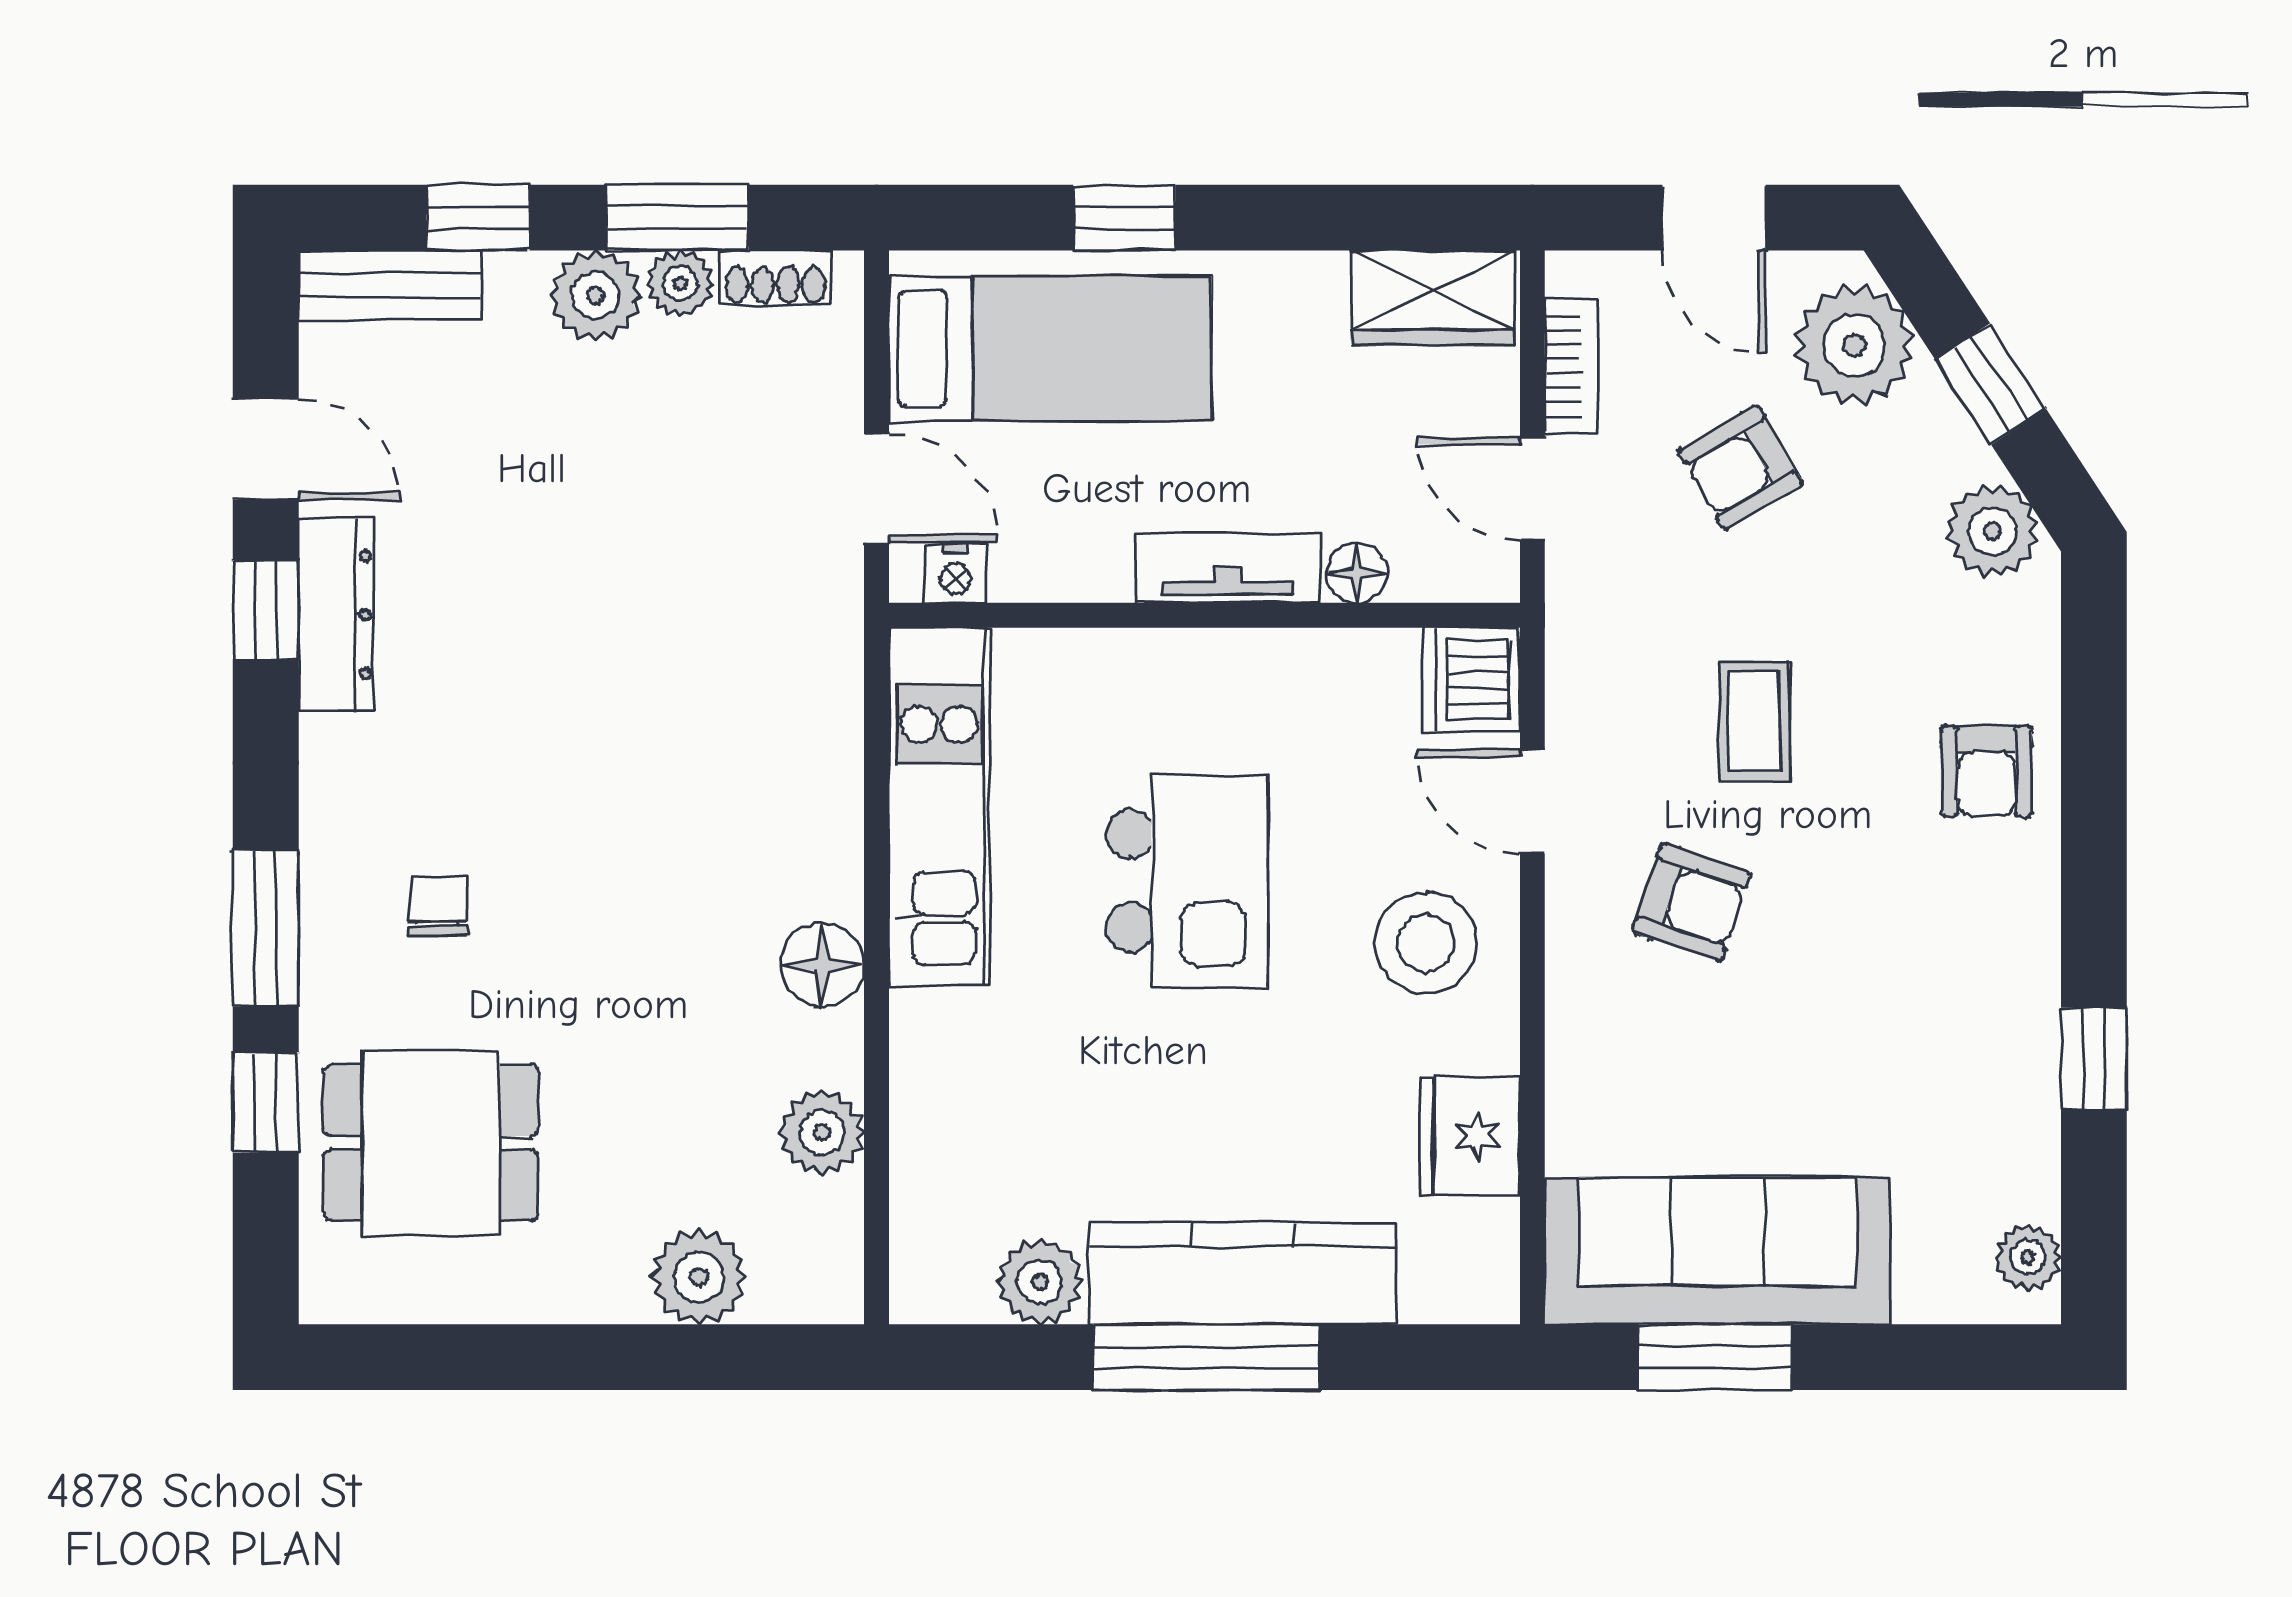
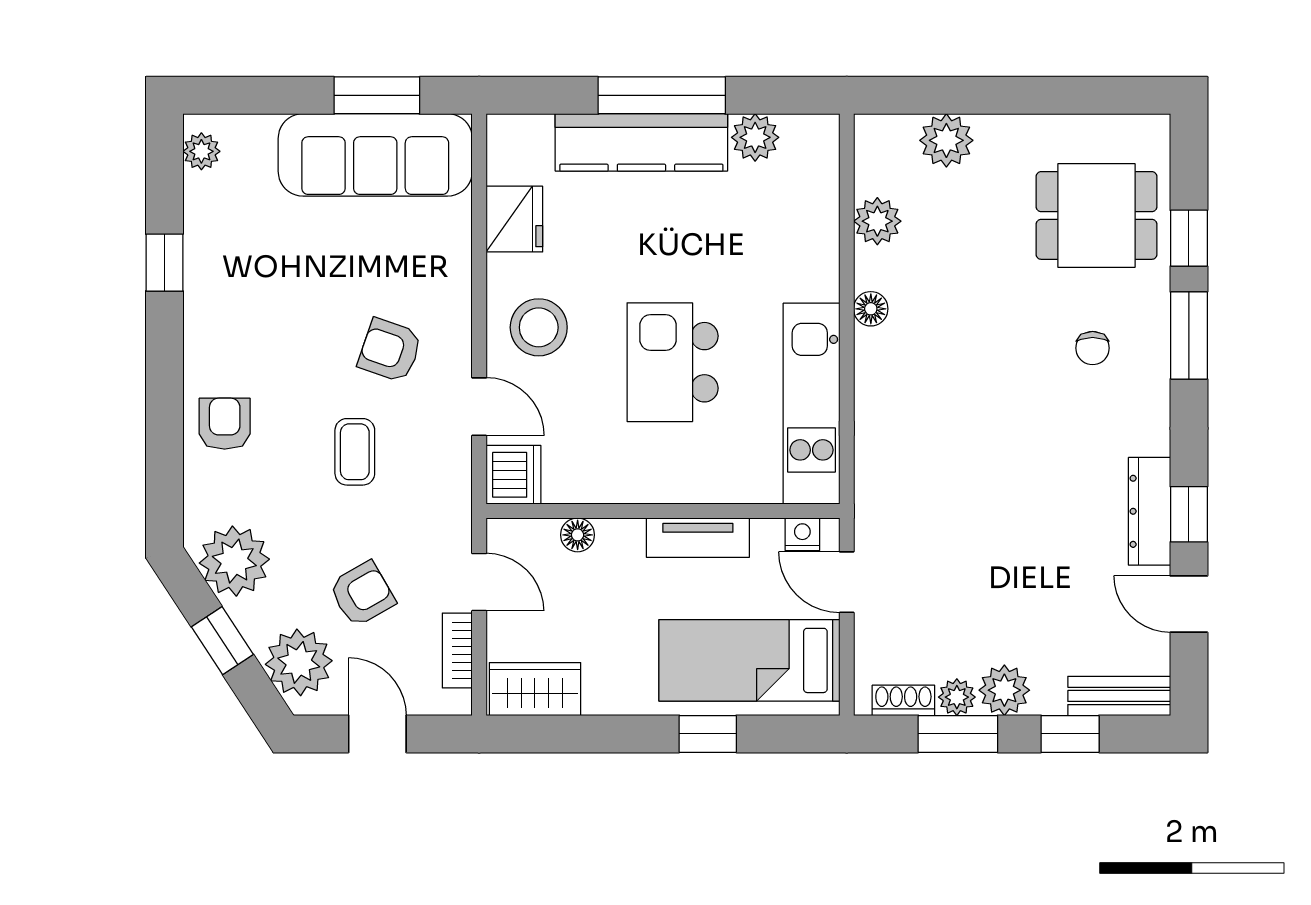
plant: (1992, 531) -> (234, 561), width x1.36, depth x1.36
tv unit: (1228, 568) -> (698, 538), moved
floor lamp: (822, 965) -> (871, 309), width x0.73, depth x0.73

